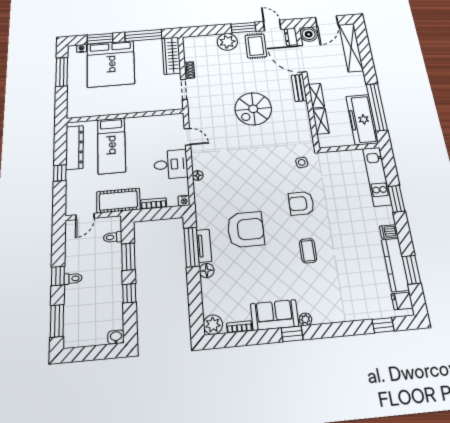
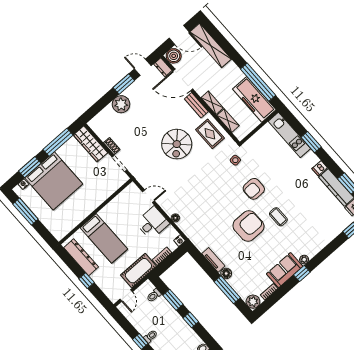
door: (327, 21) -> (179, 35), hinge flipped
rug: (256, 46) -> (210, 134), moved
armchair: (246, 230) -> (248, 226), moved
window: (191, 247) -> (227, 290), moved

